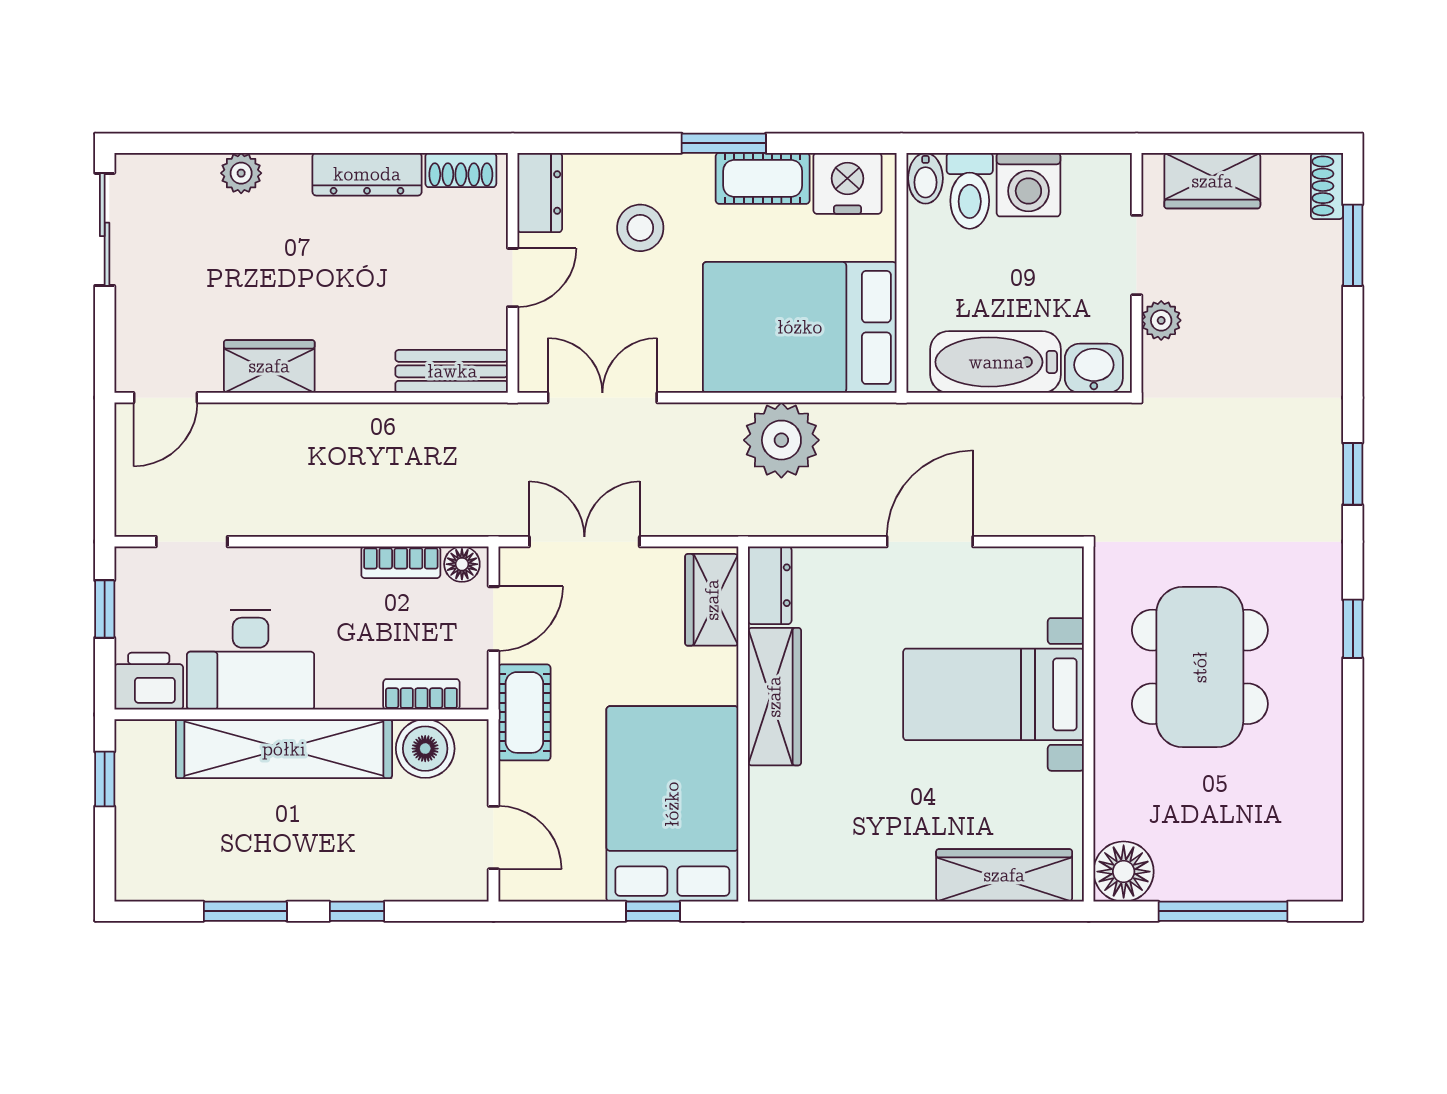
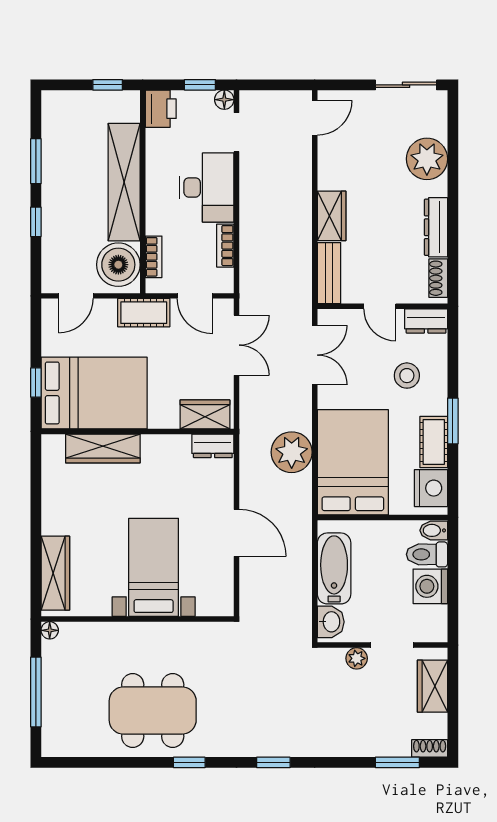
plant: (241, 173) -> (427, 159), width x1.88, depth x1.88
wardrobe: (269, 366) -> (332, 216), moved
door: (165, 398) -> (315, 118), swing flipped
floor lamp: (462, 564) -> (224, 100), moved
desk: (251, 660) -> (207, 187), moved, turned 180
dining table: (1200, 667) -> (153, 711), moved
wardrobe: (774, 697) -> (103, 448), moved
boiler: (425, 749) -> (118, 265), width x1.37, depth x1.37
floor lamp: (1124, 872) -> (50, 630), width x0.53, depth x0.53

